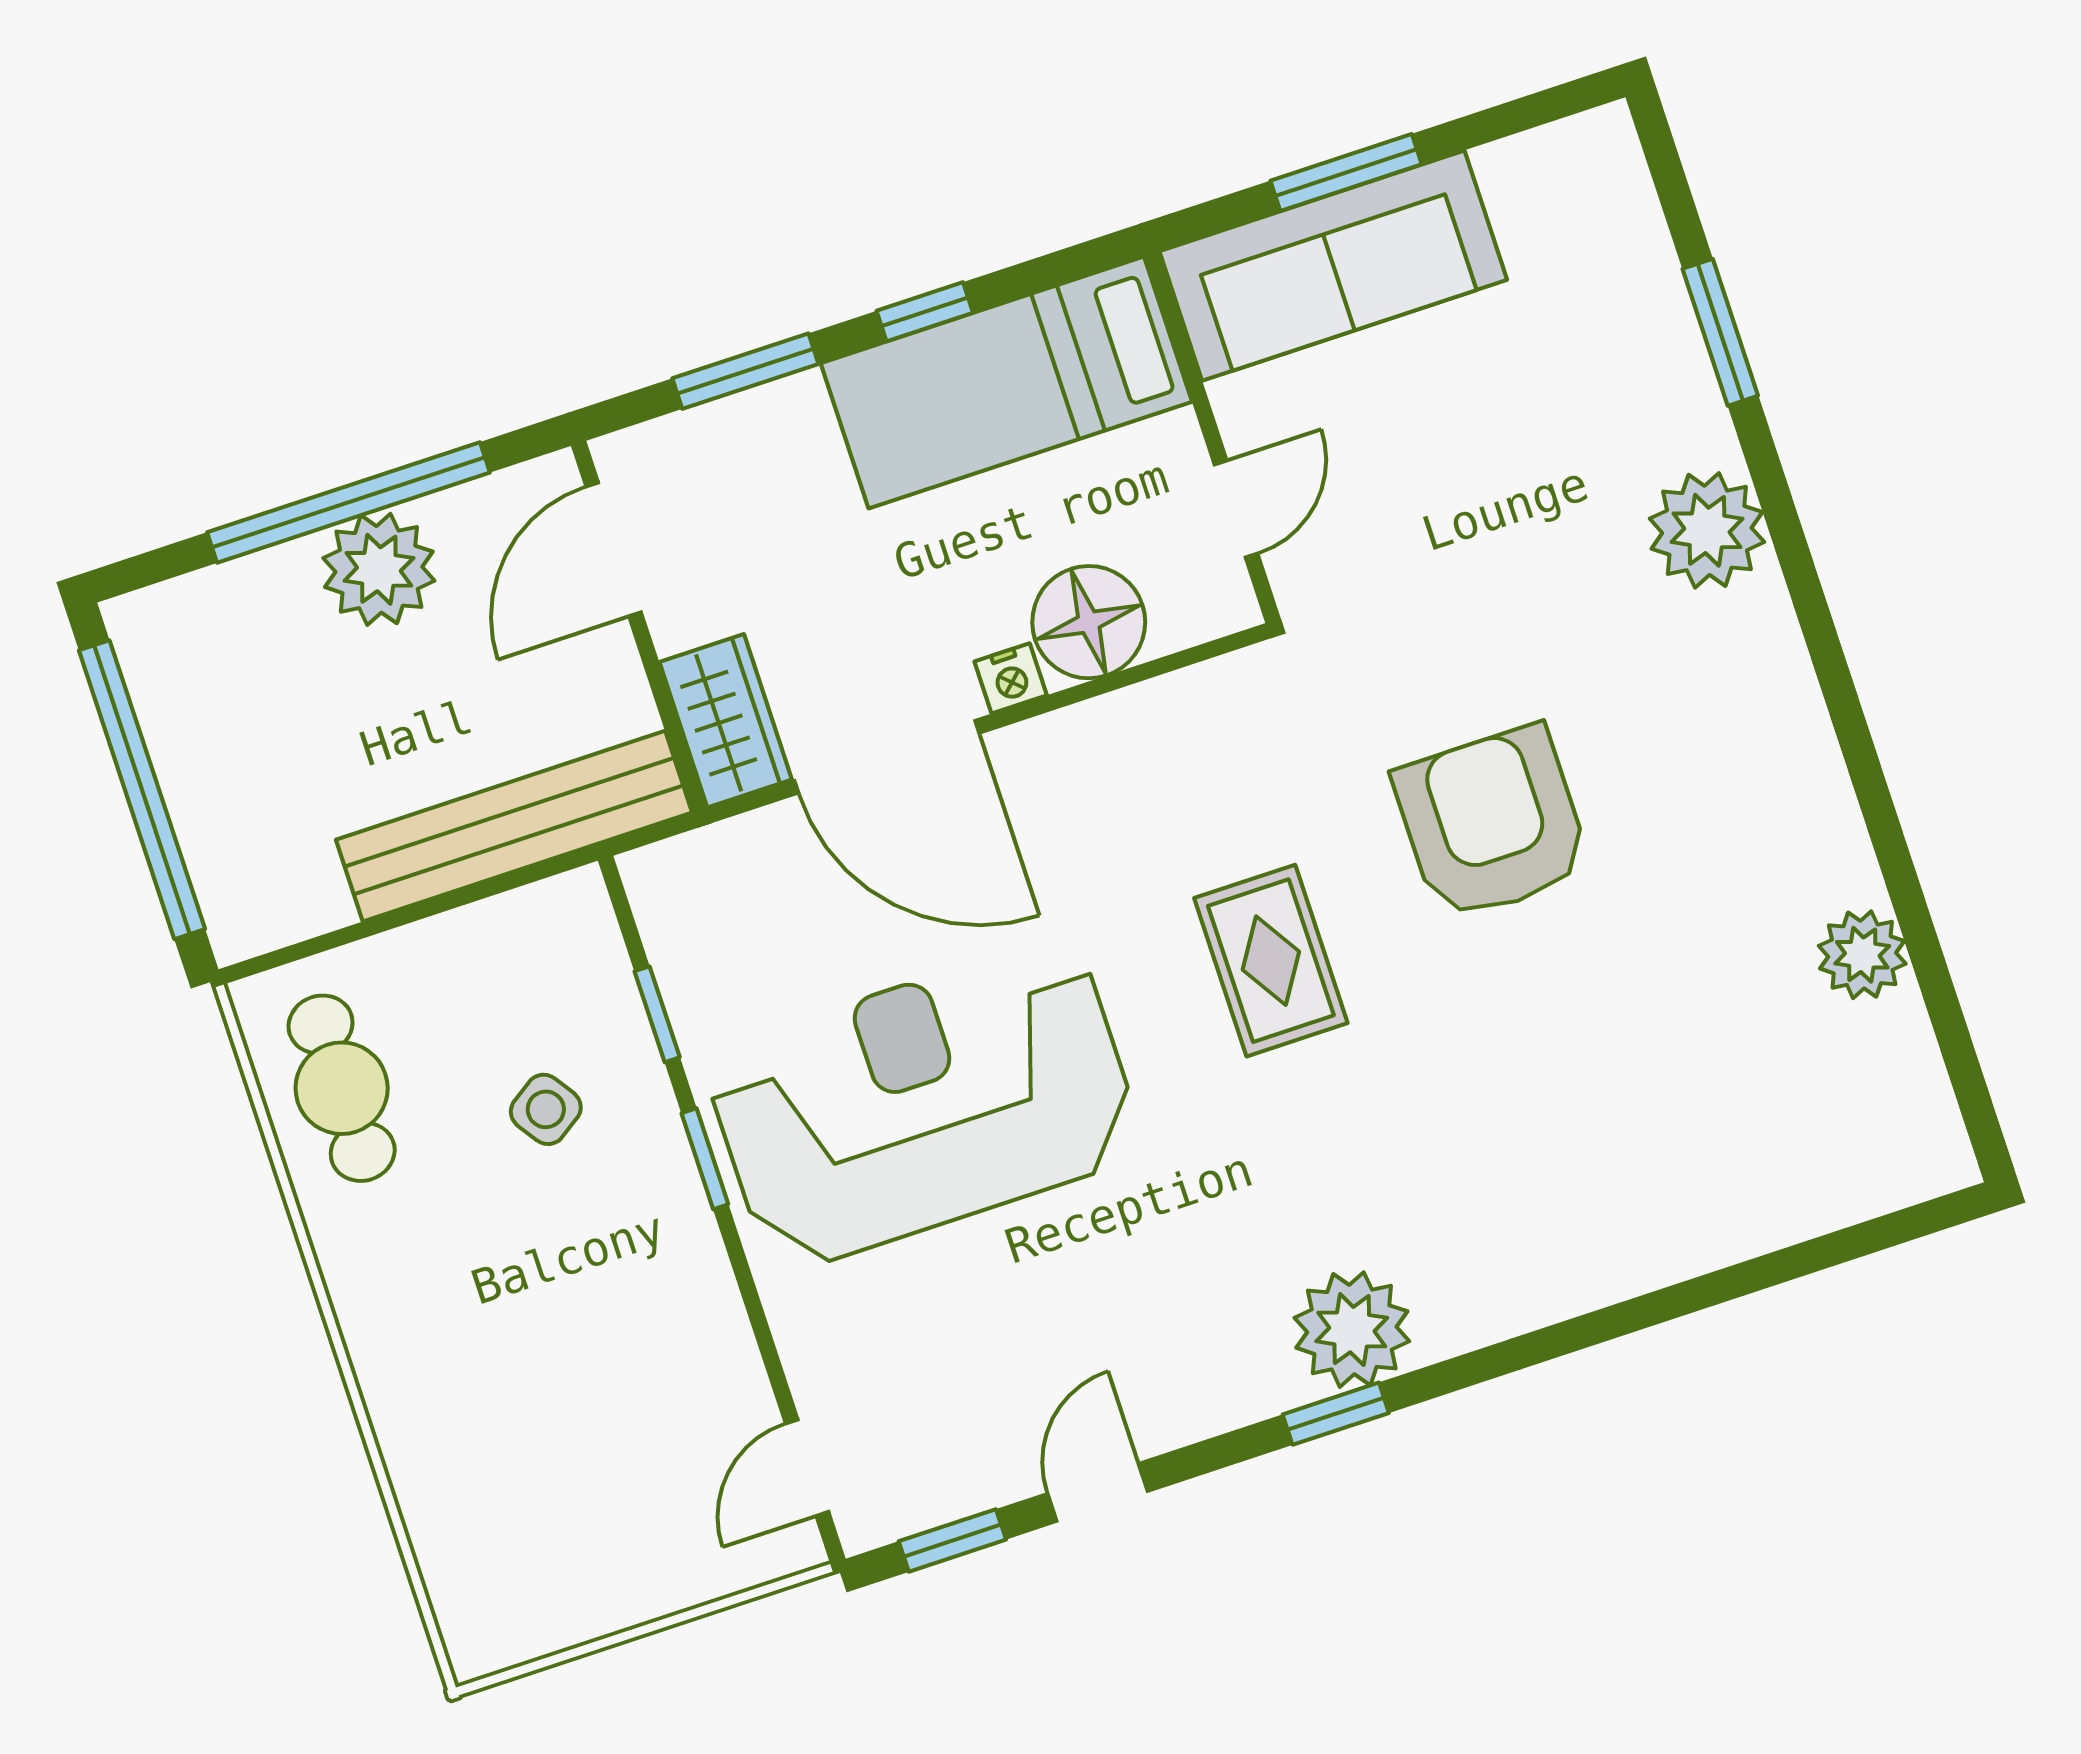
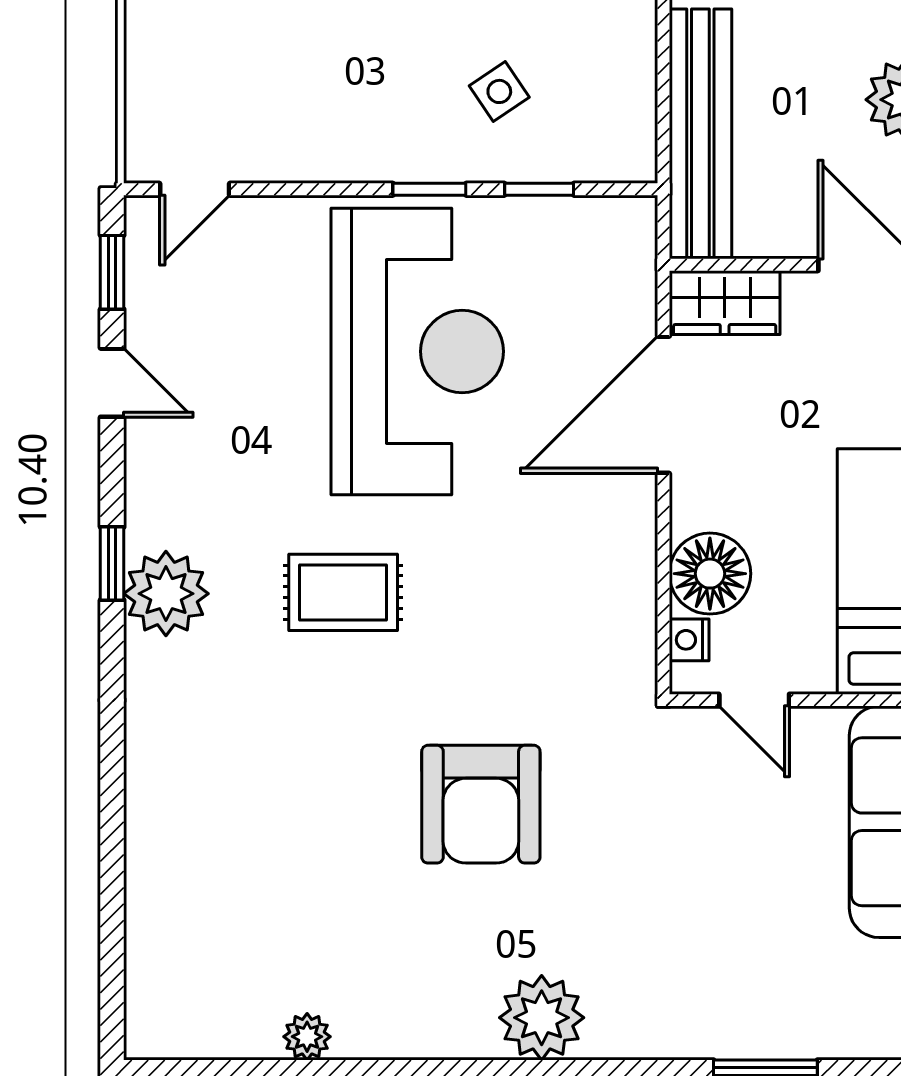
plant: (1707, 530) -> (542, 1018), moved
nightstand: (1011, 678) -> (689, 640), moved
armchair: (1492, 823) -> (481, 804), turned 90
plant: (1862, 955) -> (307, 1037), width x0.73, depth x0.73
rug: (1271, 961) -> (343, 592), moved
door: (807, 1468) -> (195, 189), swing flipped

